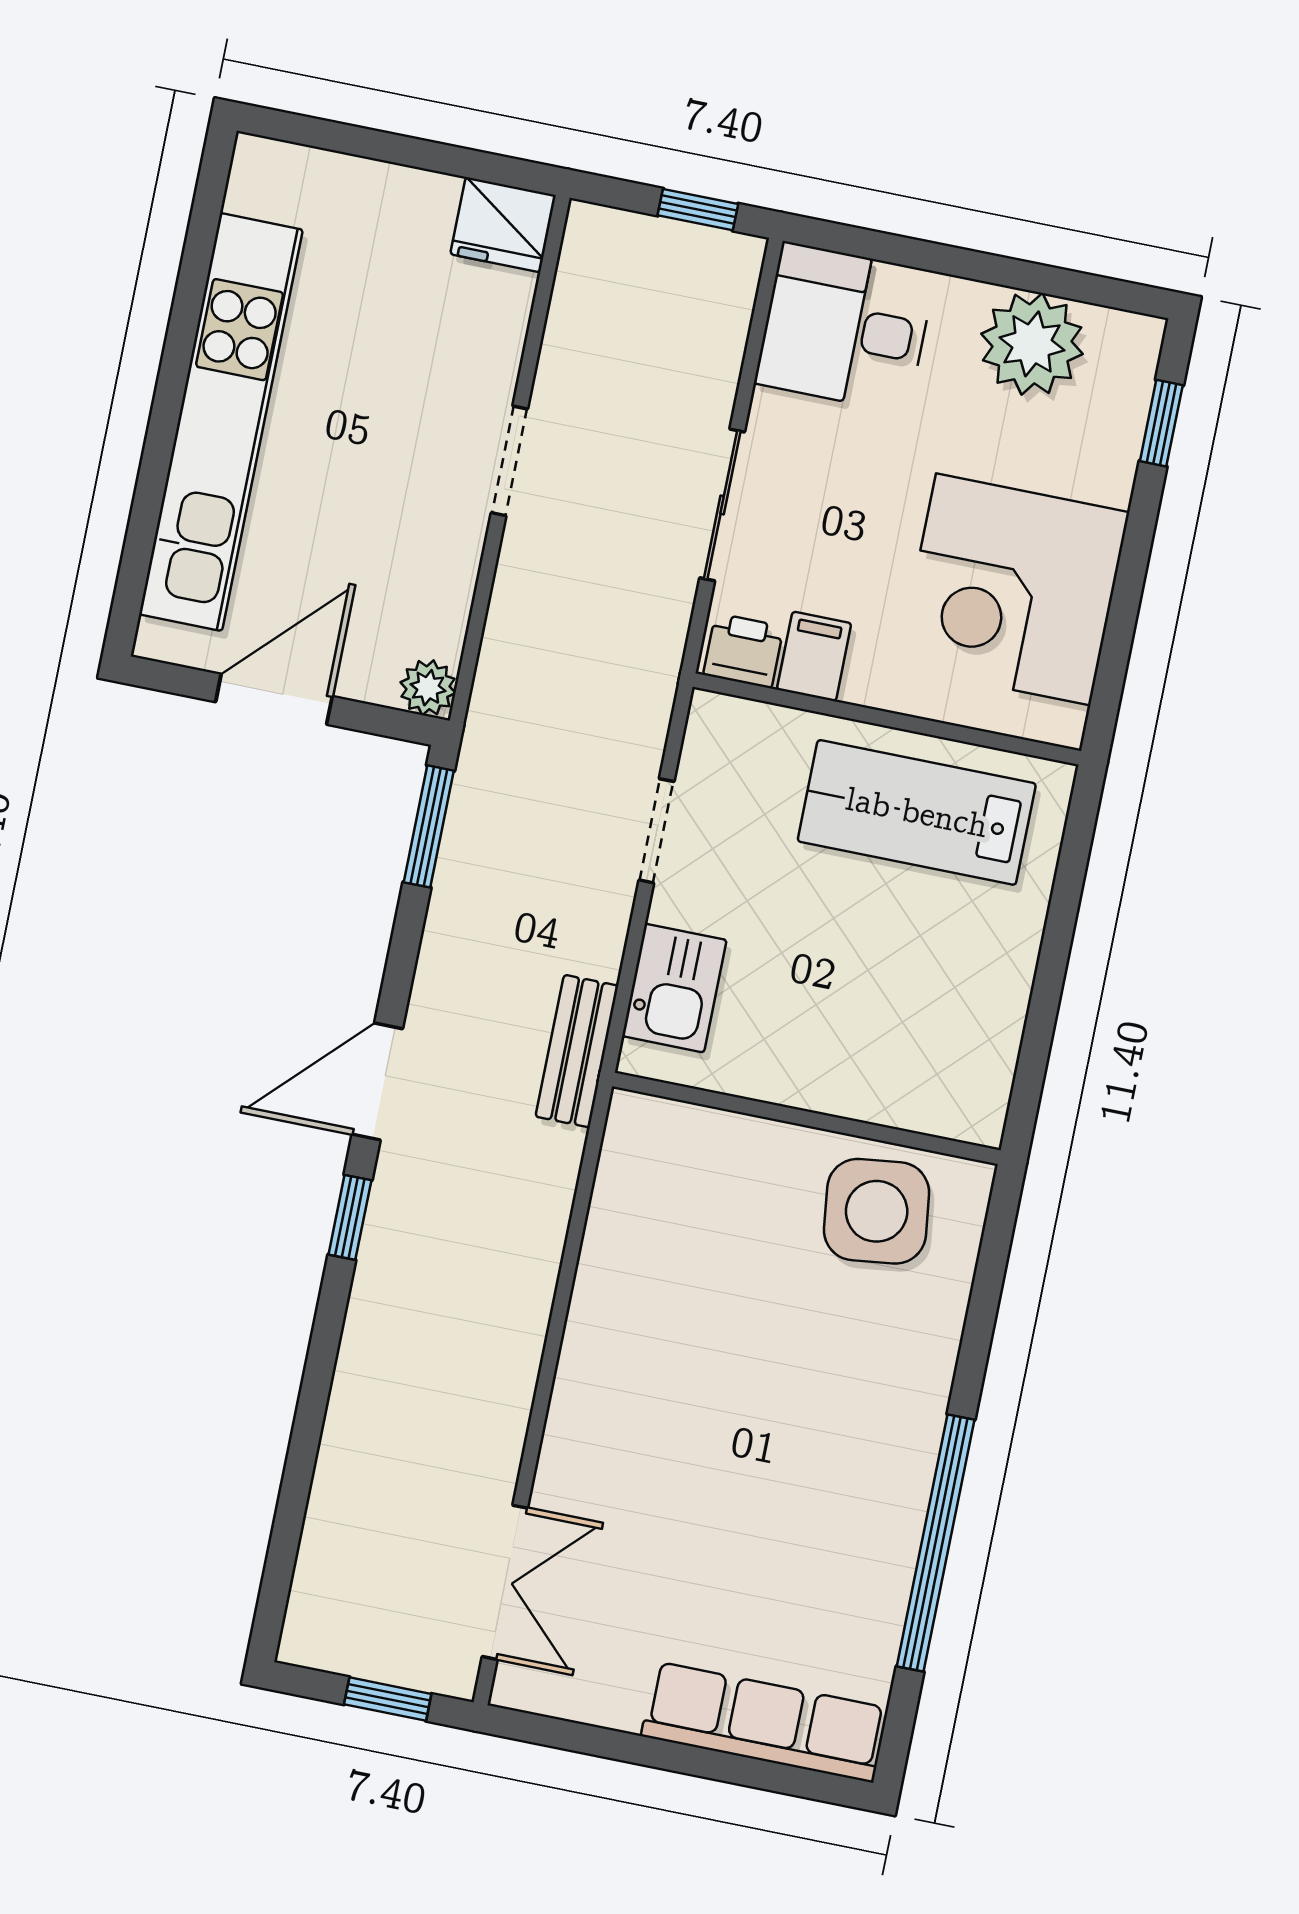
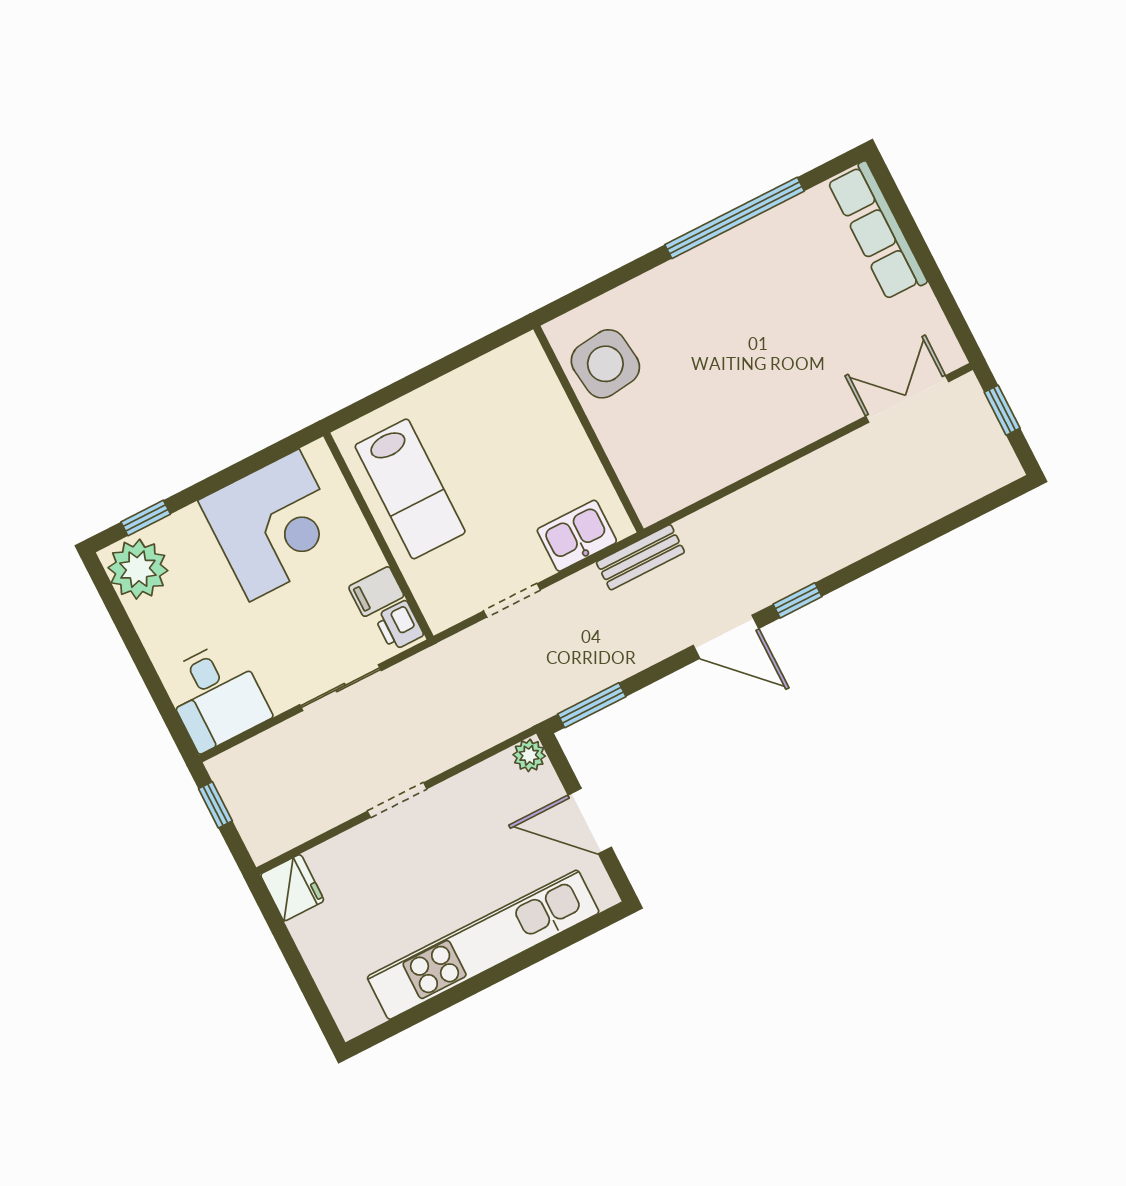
plant: (1032, 344) -> (138, 569), moved

